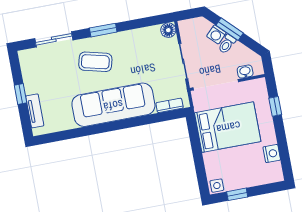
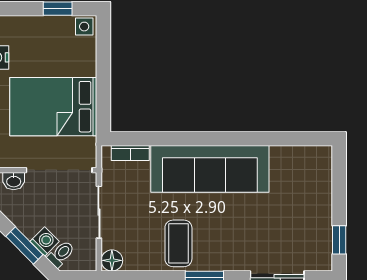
toilet: (227, 44) -> (61, 254), moved
coffee table: (95, 62) -> (178, 243), moved, turned 76
window: (21, 94) -> (339, 240), moved
tv unit: (35, 111) -> (323, 181), removed

